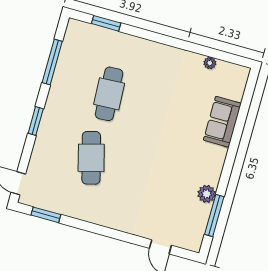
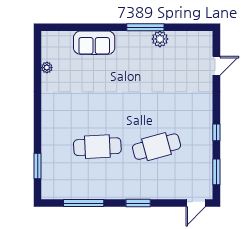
window: (214, 216) -> (145, 27), moved
window: (88, 227) -> (216, 132), added

